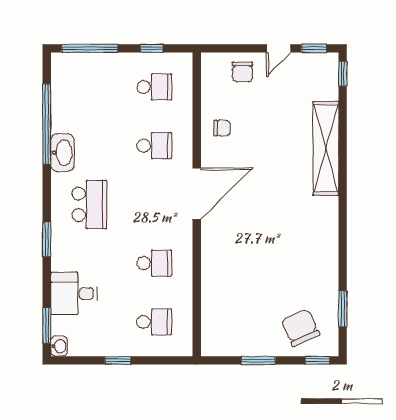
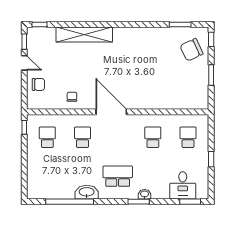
window: (90, 48) -> (24, 176), removed
window: (152, 48) -> (24, 127), moved
desk: (74, 293) -> (183, 185), moved
washbasin: (59, 346) -> (145, 194), moved

